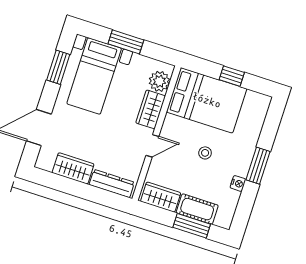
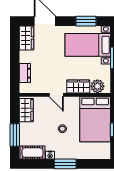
wardrobe: (73, 168) -> (27, 38), moved
dresser: (112, 184) -> (25, 73), width x0.70
cot: (197, 209) -> (32, 153), moved, turned 90

